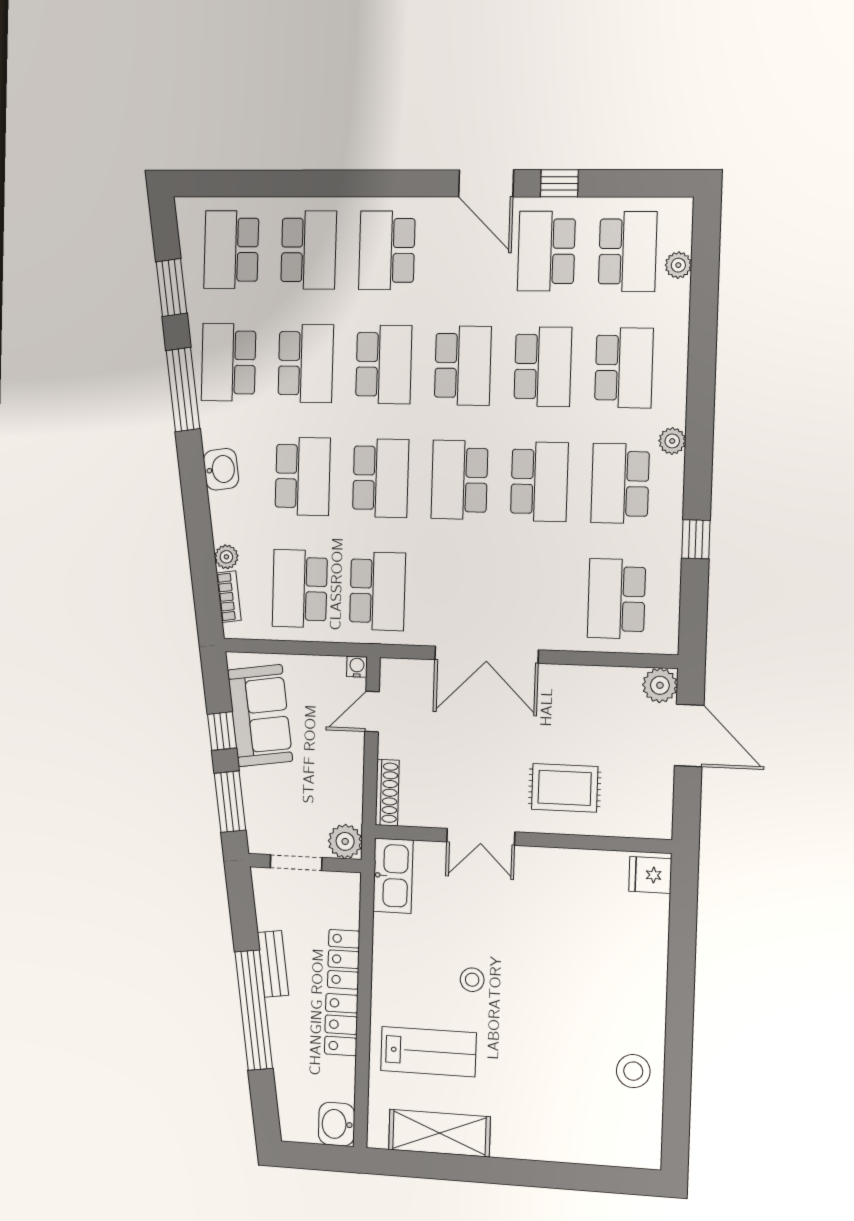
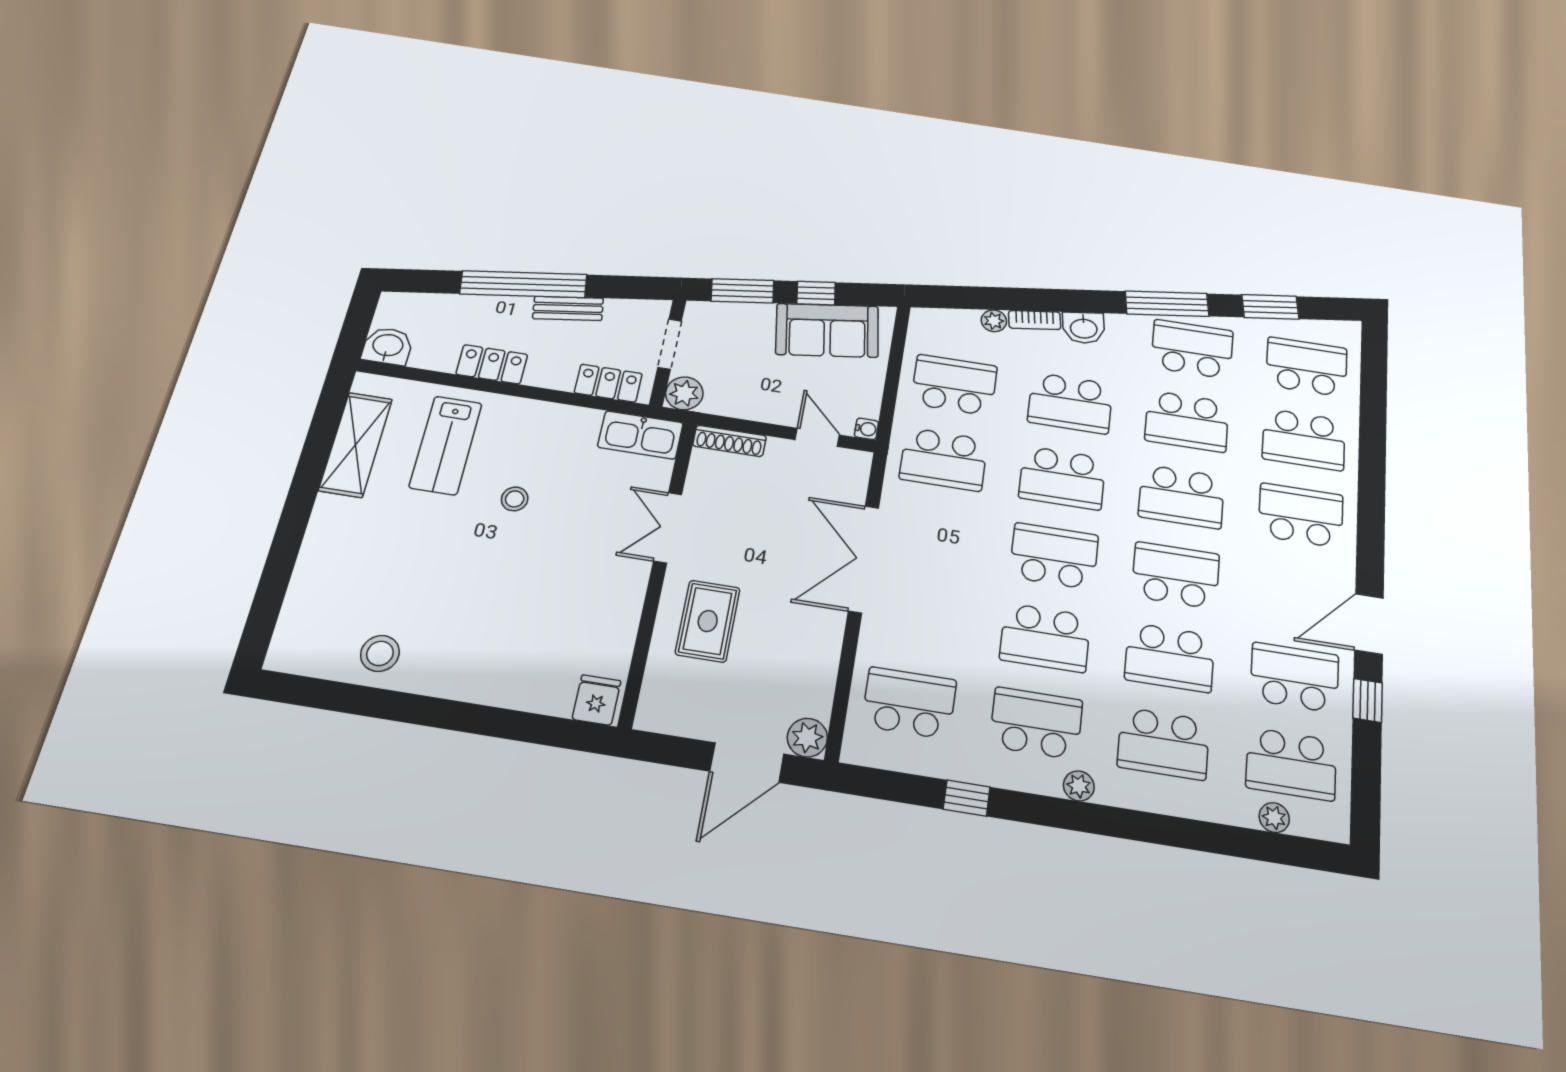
school desk: (463, 366) -> (1176, 575), turned 180
bookcase: (229, 597) -> (1035, 320), moved
locker: (344, 959) -> (608, 383), moved

